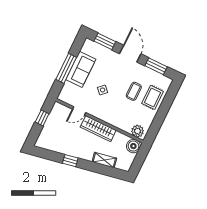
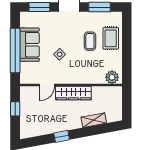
window: (66, 68) -> (15, 51), width x1.46
boiler: (133, 146) -> (115, 93), removed

